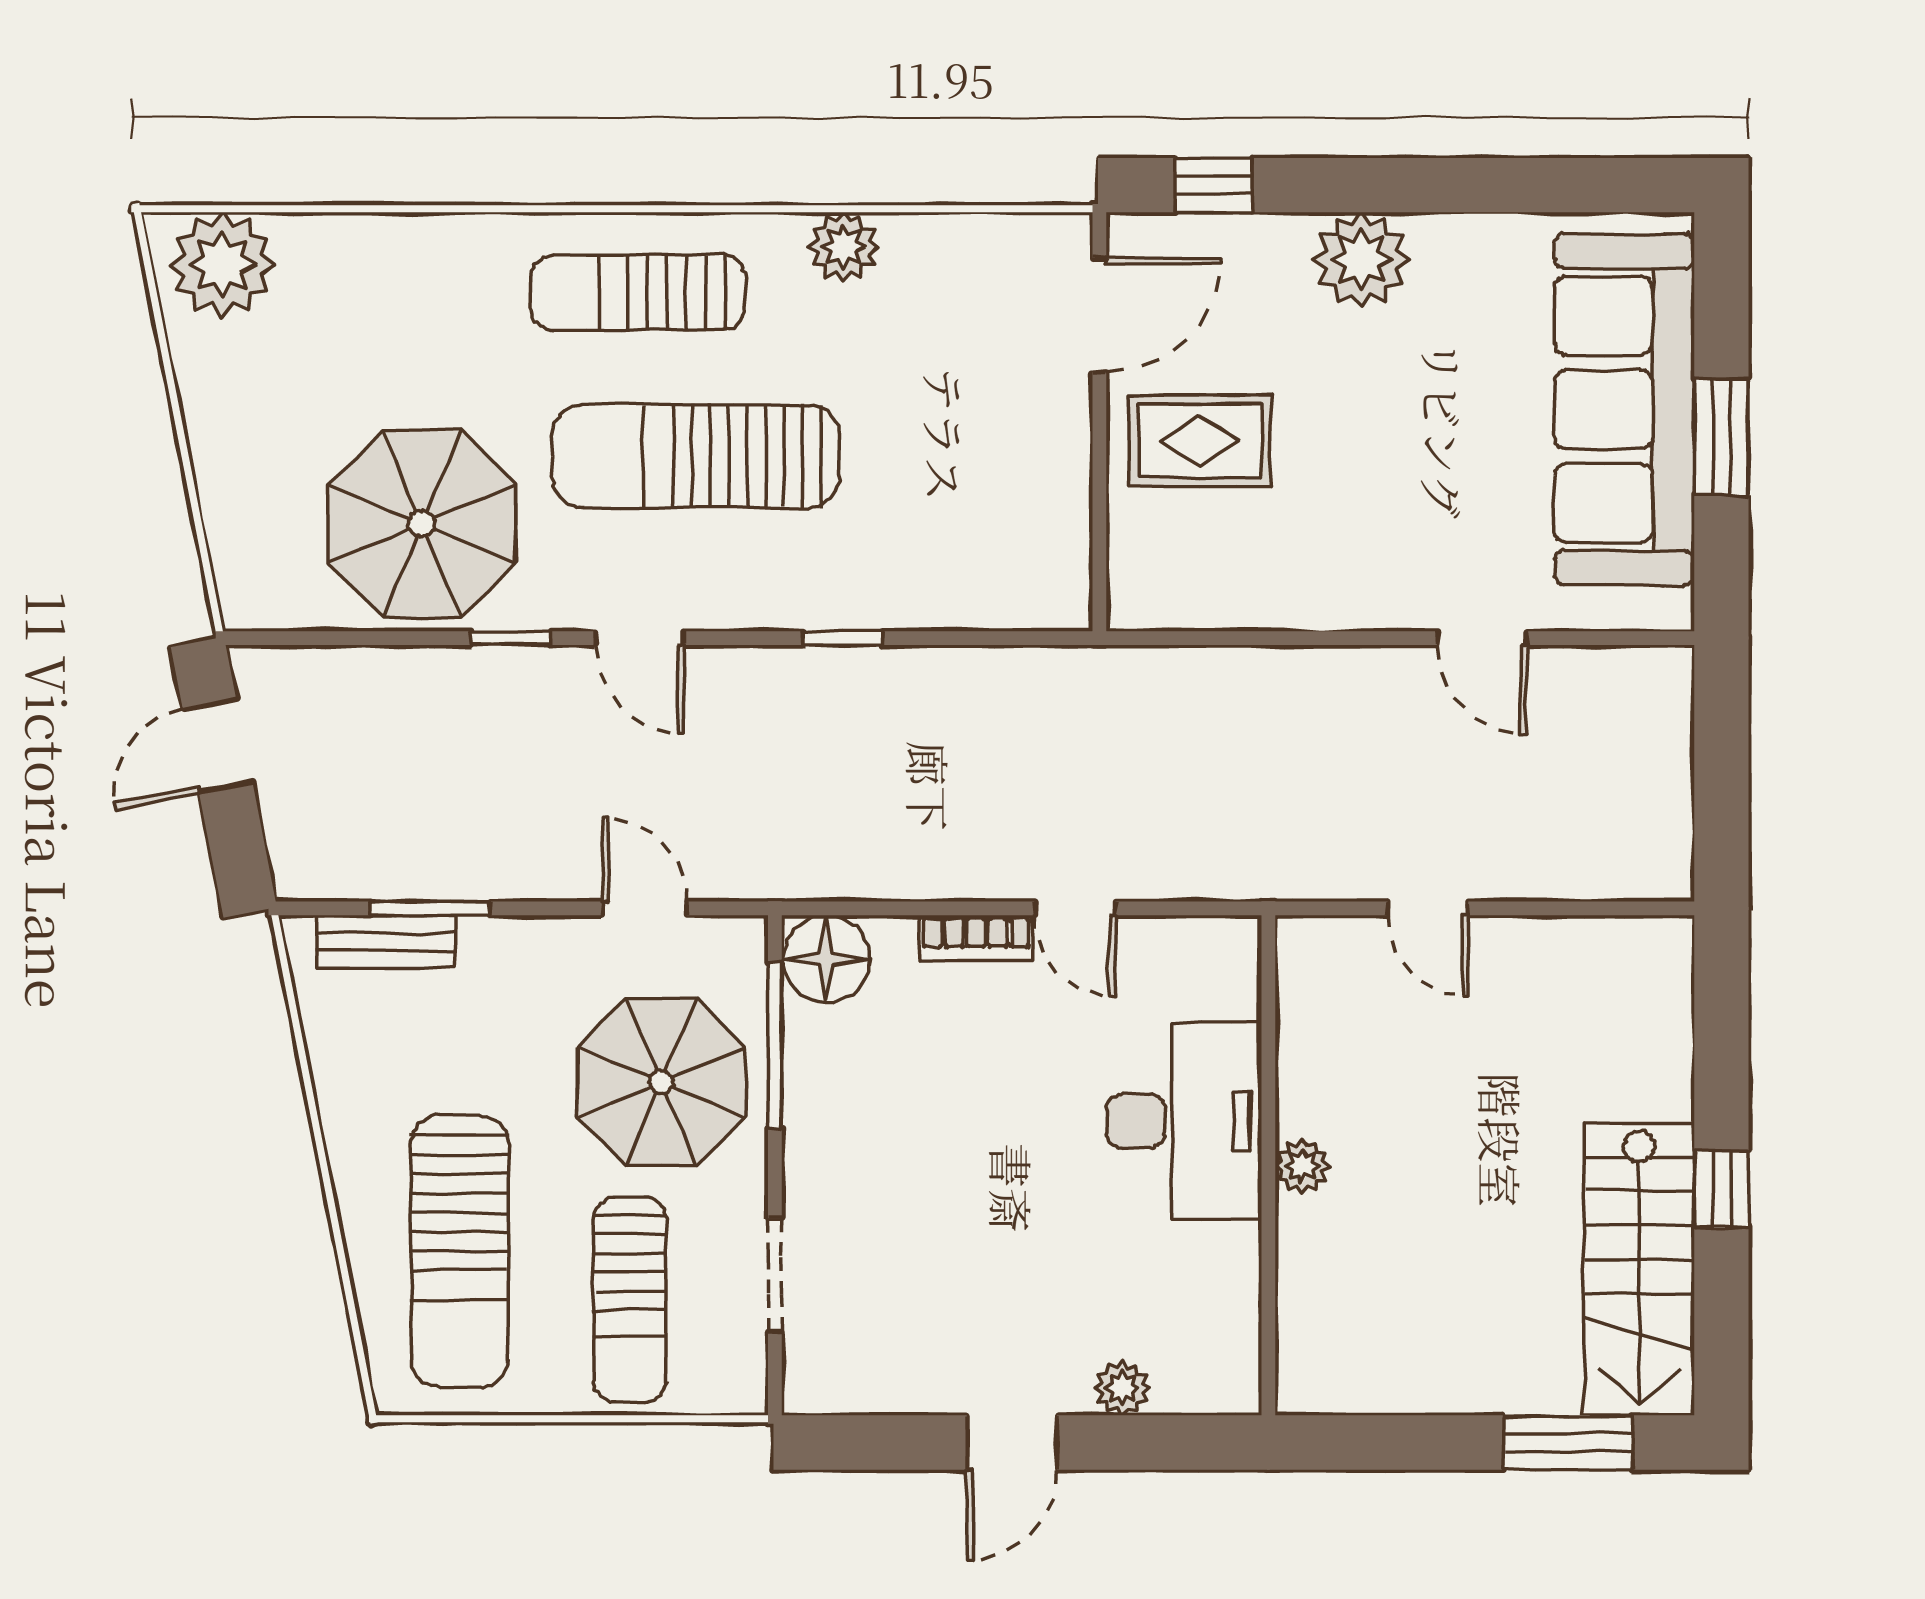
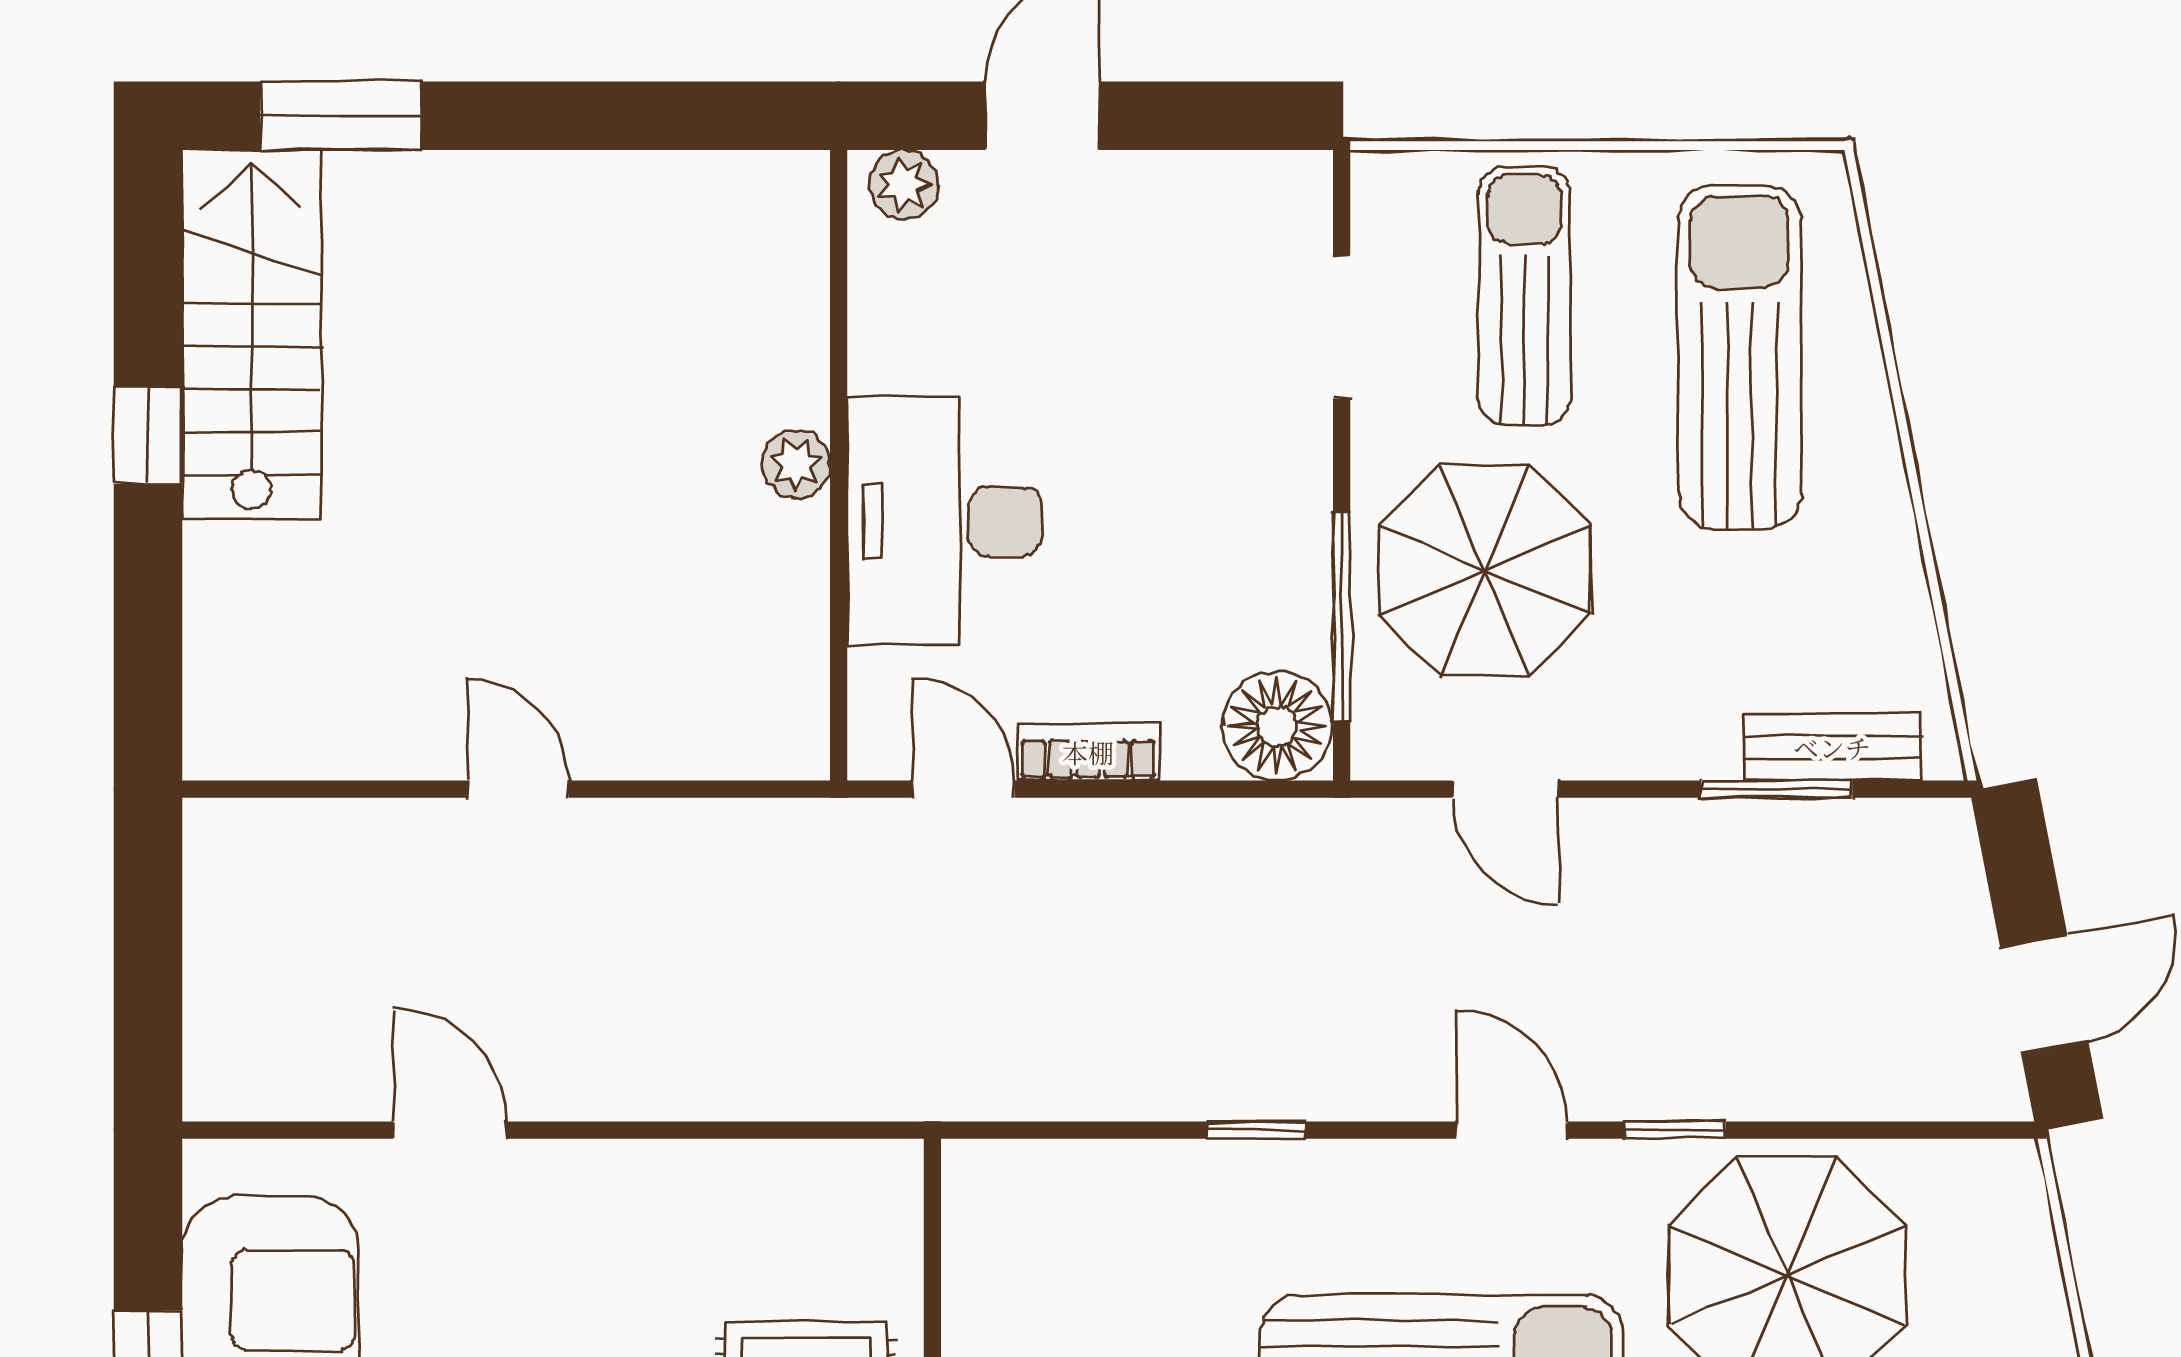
desk: (1184, 1121) -> (945, 521), moved
wall: (1268, 1165) -> (839, 465), moved
plant: (1302, 1166) -> (796, 464), moved

